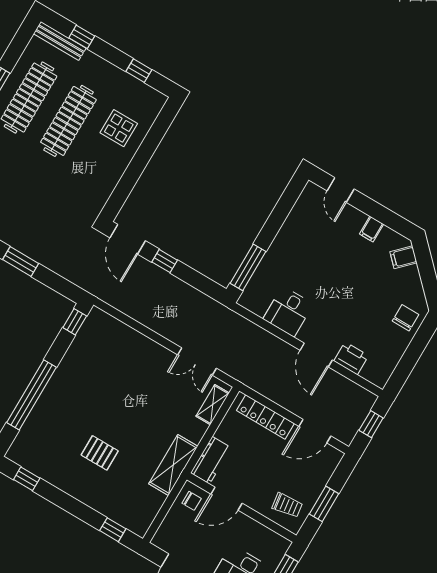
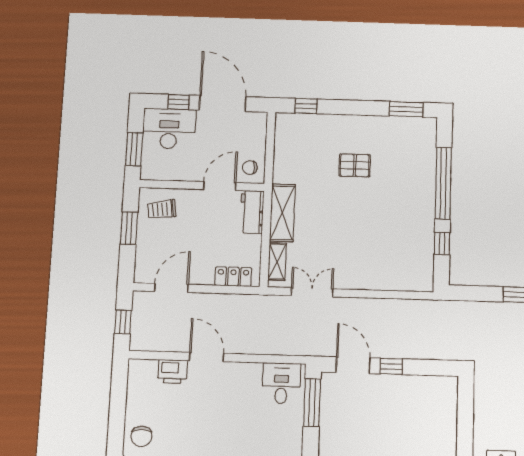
door: (128, 239) -> (353, 365), moved
desk: (288, 312) -> (281, 383), moved
window: (75, 322) -> (442, 244), moved
locker: (265, 417) -> (233, 277), width x0.66
shelving: (173, 465) -> (282, 213), moved
window: (27, 479) -> (406, 109), width x1.50

